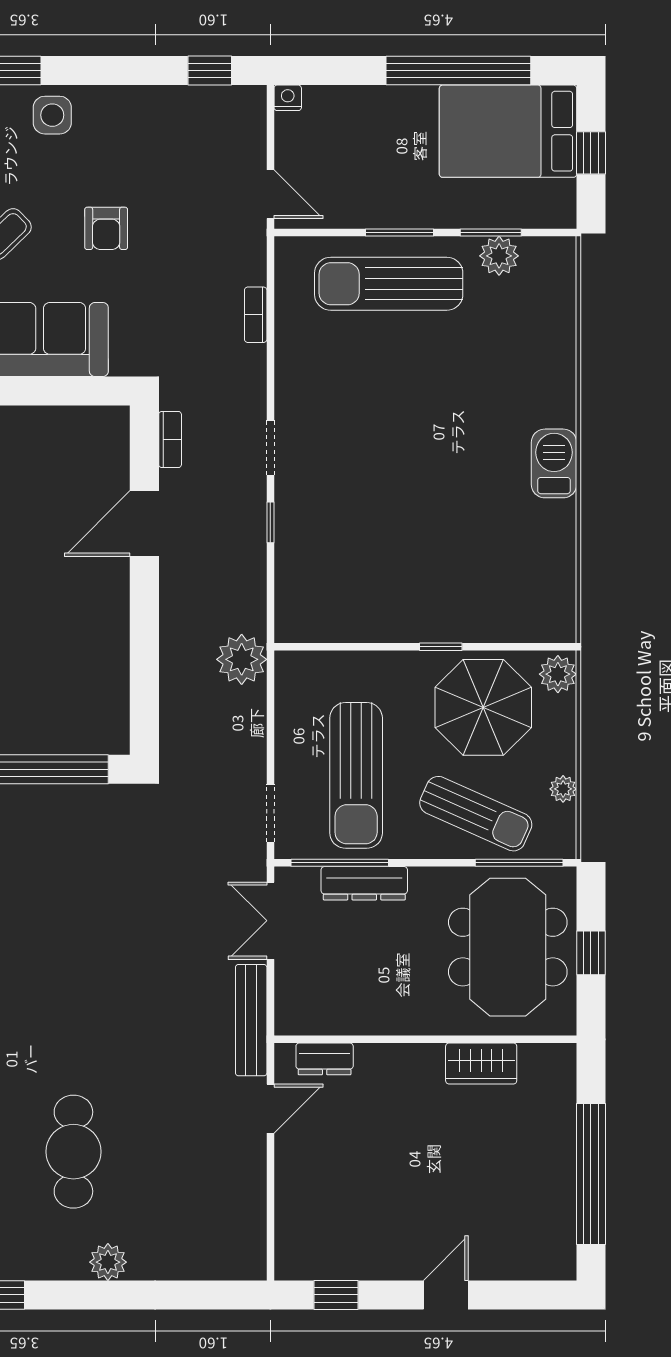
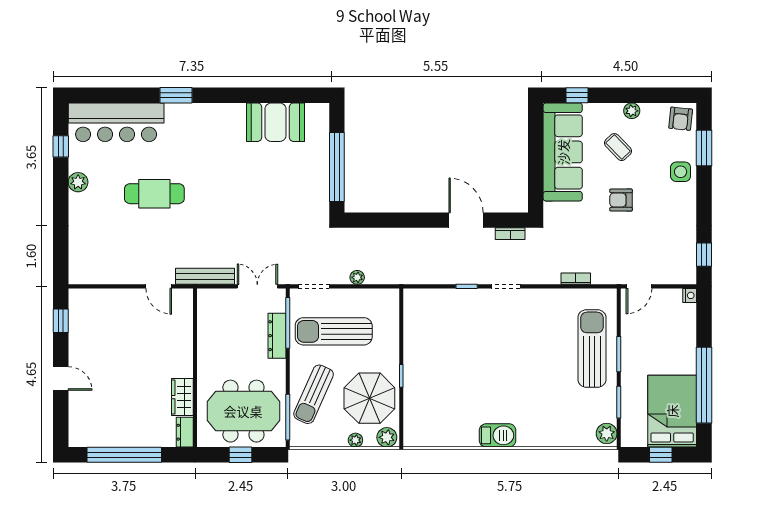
plant: (499, 256) -> (607, 433), moved
plant: (242, 659) -> (357, 277), moved, width x0.53, depth x0.53
plant: (563, 789) -> (355, 440), moved
dresser: (325, 1059) -> (185, 432), moved
cafe table: (73, 1152) -> (154, 194), moved
plant: (108, 1262) -> (78, 182), moved

